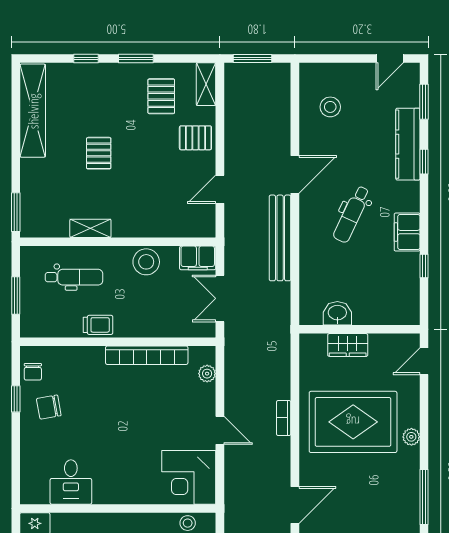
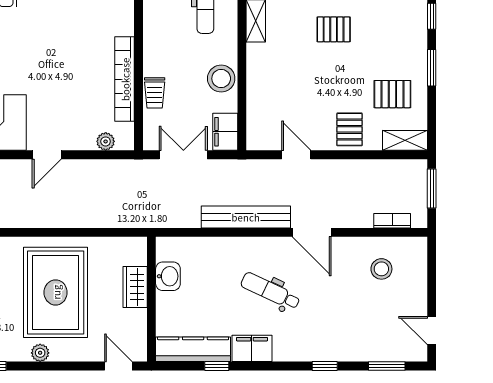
kitchen counter: (408, 144) -> (193, 349), moved
trolley: (98, 325) -> (155, 93), moved
bookcase: (284, 418) -> (392, 221), moved

